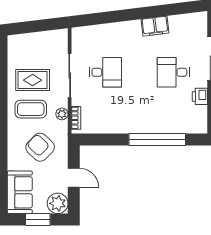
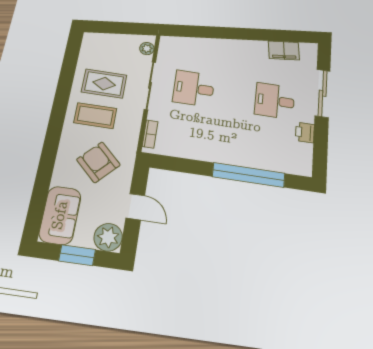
filing cabinet: (155, 26) -> (284, 50), moved
desk: (106, 72) -> (194, 88), turned 180
plant: (62, 114) -> (147, 49), moved

